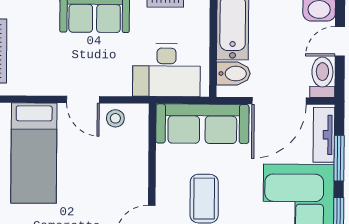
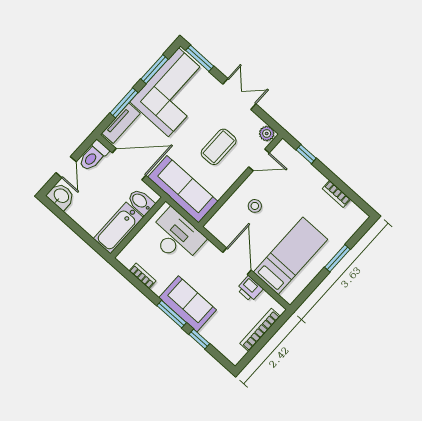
door: (340, 41) -> (66, 167), hinge flipped
printer: (45, 83) -> (250, 289), added
door: (83, 100) -> (237, 261), width x1.38
stool: (115, 118) -> (255, 206), moved

